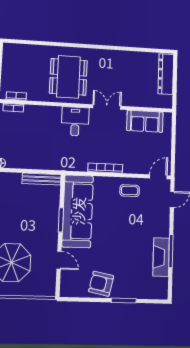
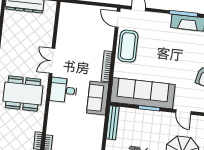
sofa: (145, 121) -> (98, 98), moved, turned 180
coffee table: (130, 191) -> (128, 46), width x1.86, depth x1.72
door: (59, 260) -> (183, 112), swing flipped

